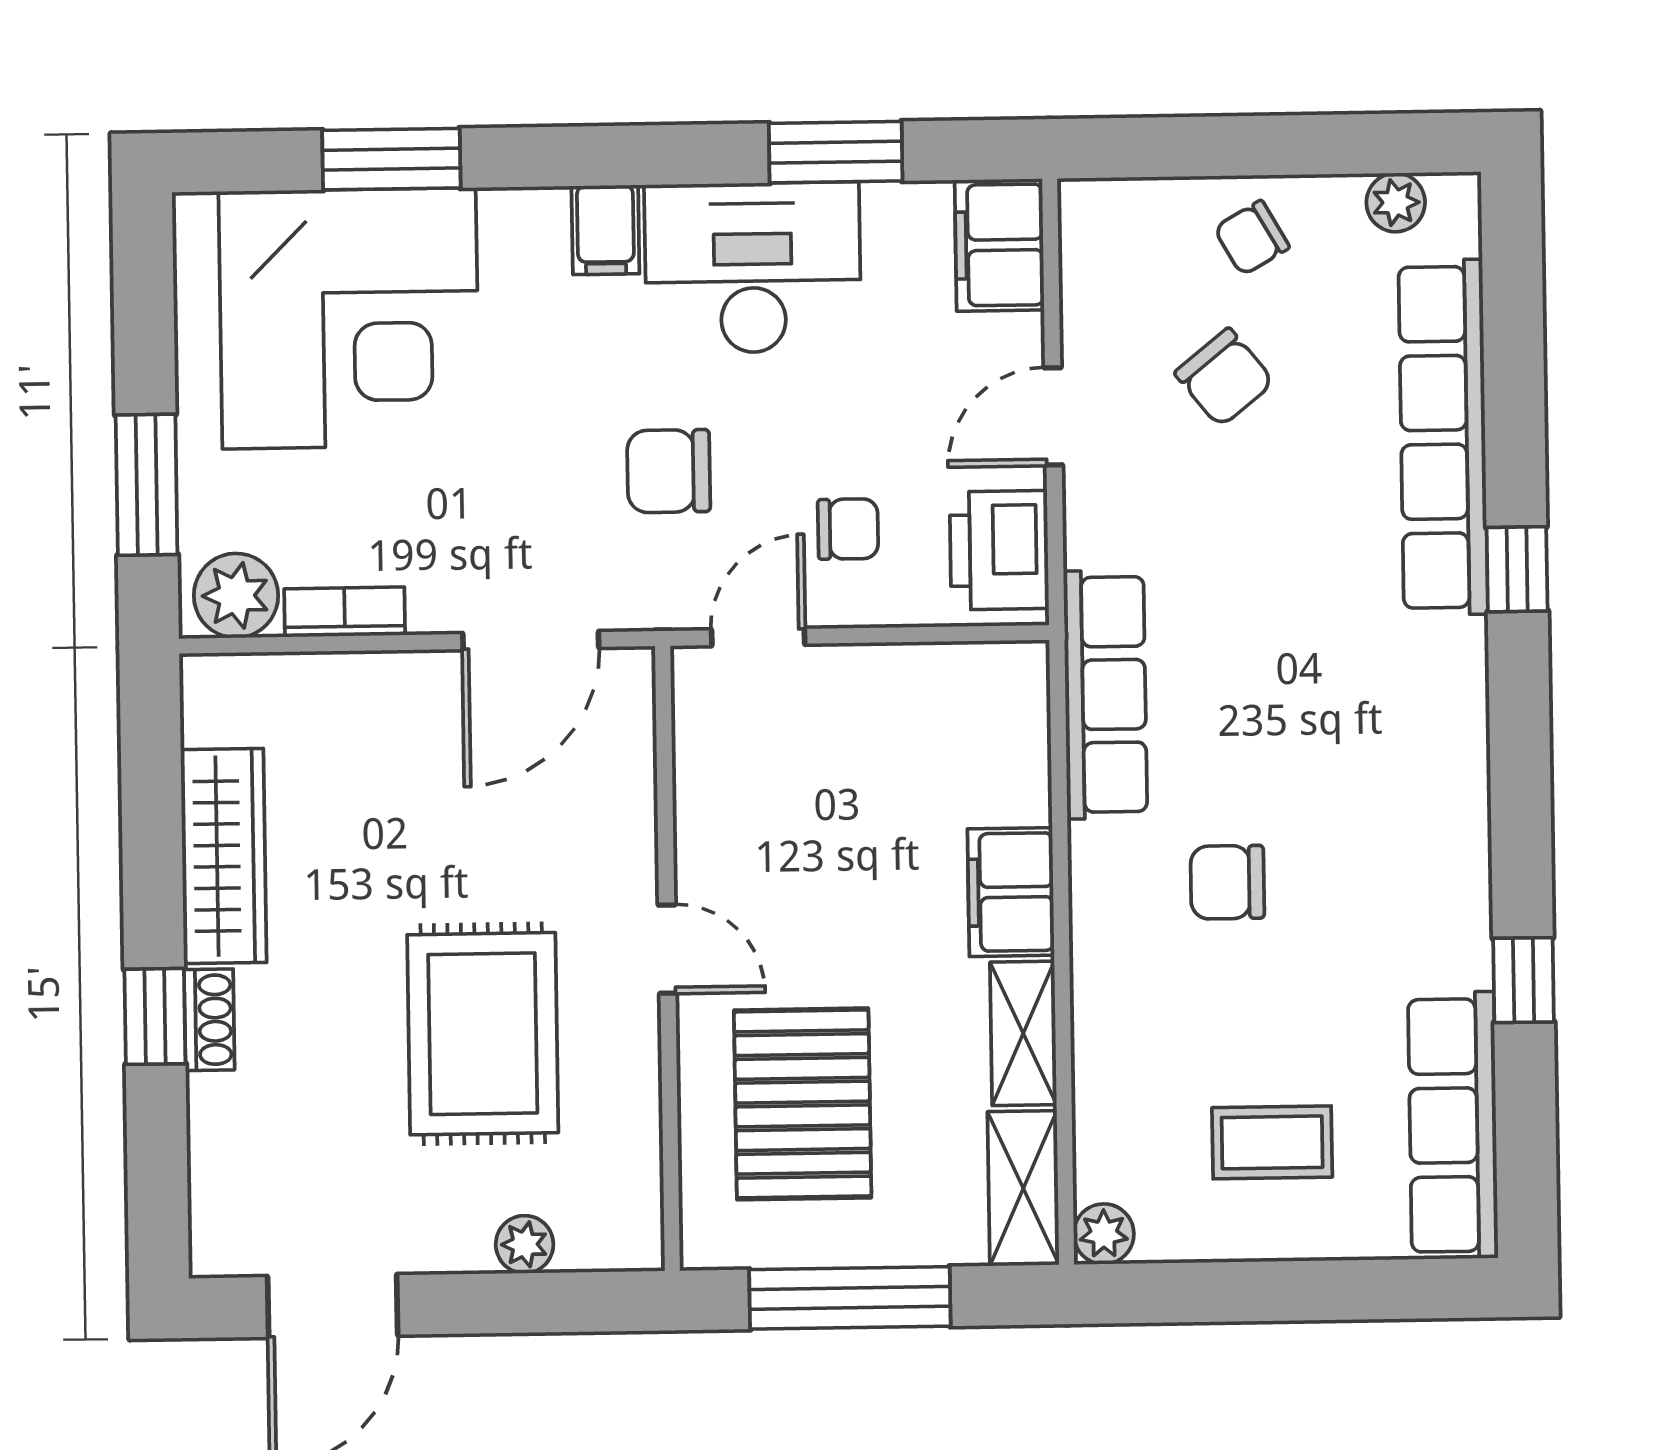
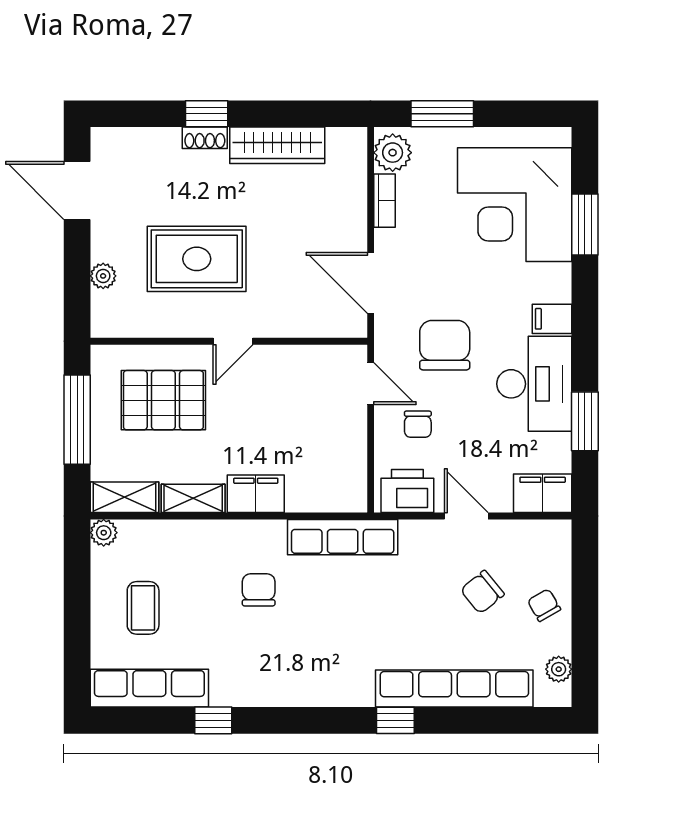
chair: (669, 471) -> (445, 345), width x1.37, depth x1.37

